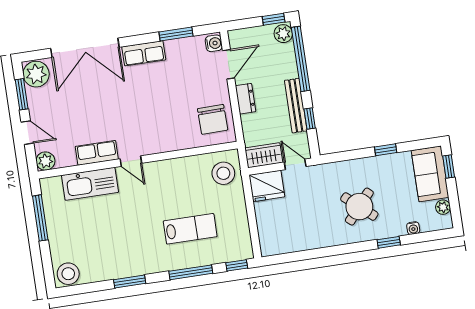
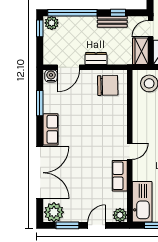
door: (229, 64) -> (68, 67), swing flipped
bench: (296, 106) -> (112, 22), width x0.73
kitchen sink: (90, 184) -> (142, 202), moved

